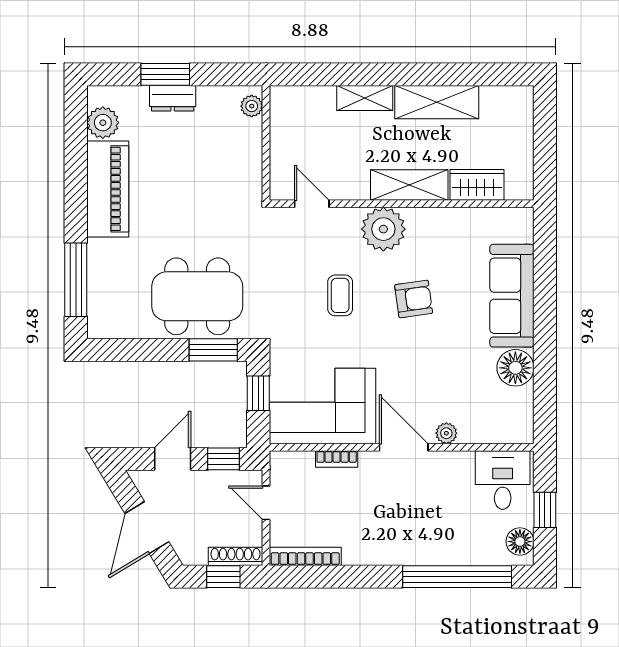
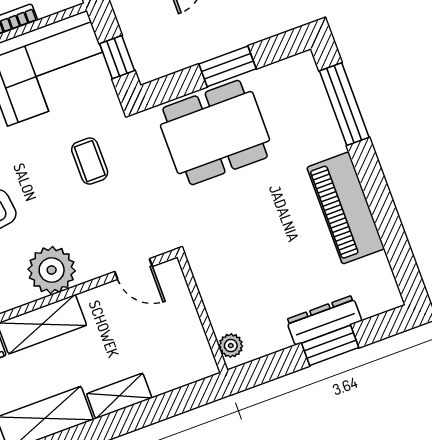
dresser: (173, 98) -> (324, 320), width x1.44
plant: (103, 123) -> (375, 273), removed
coffee table: (340, 295) -> (90, 161), moved
window: (213, 350) -> (228, 66), moved

